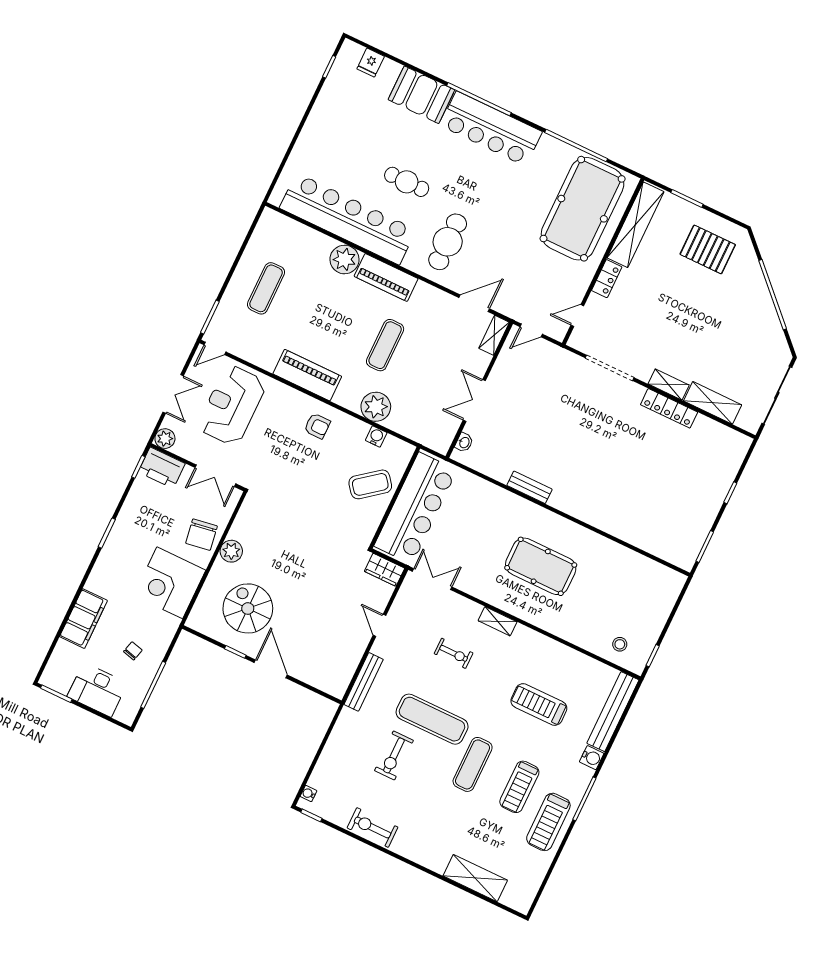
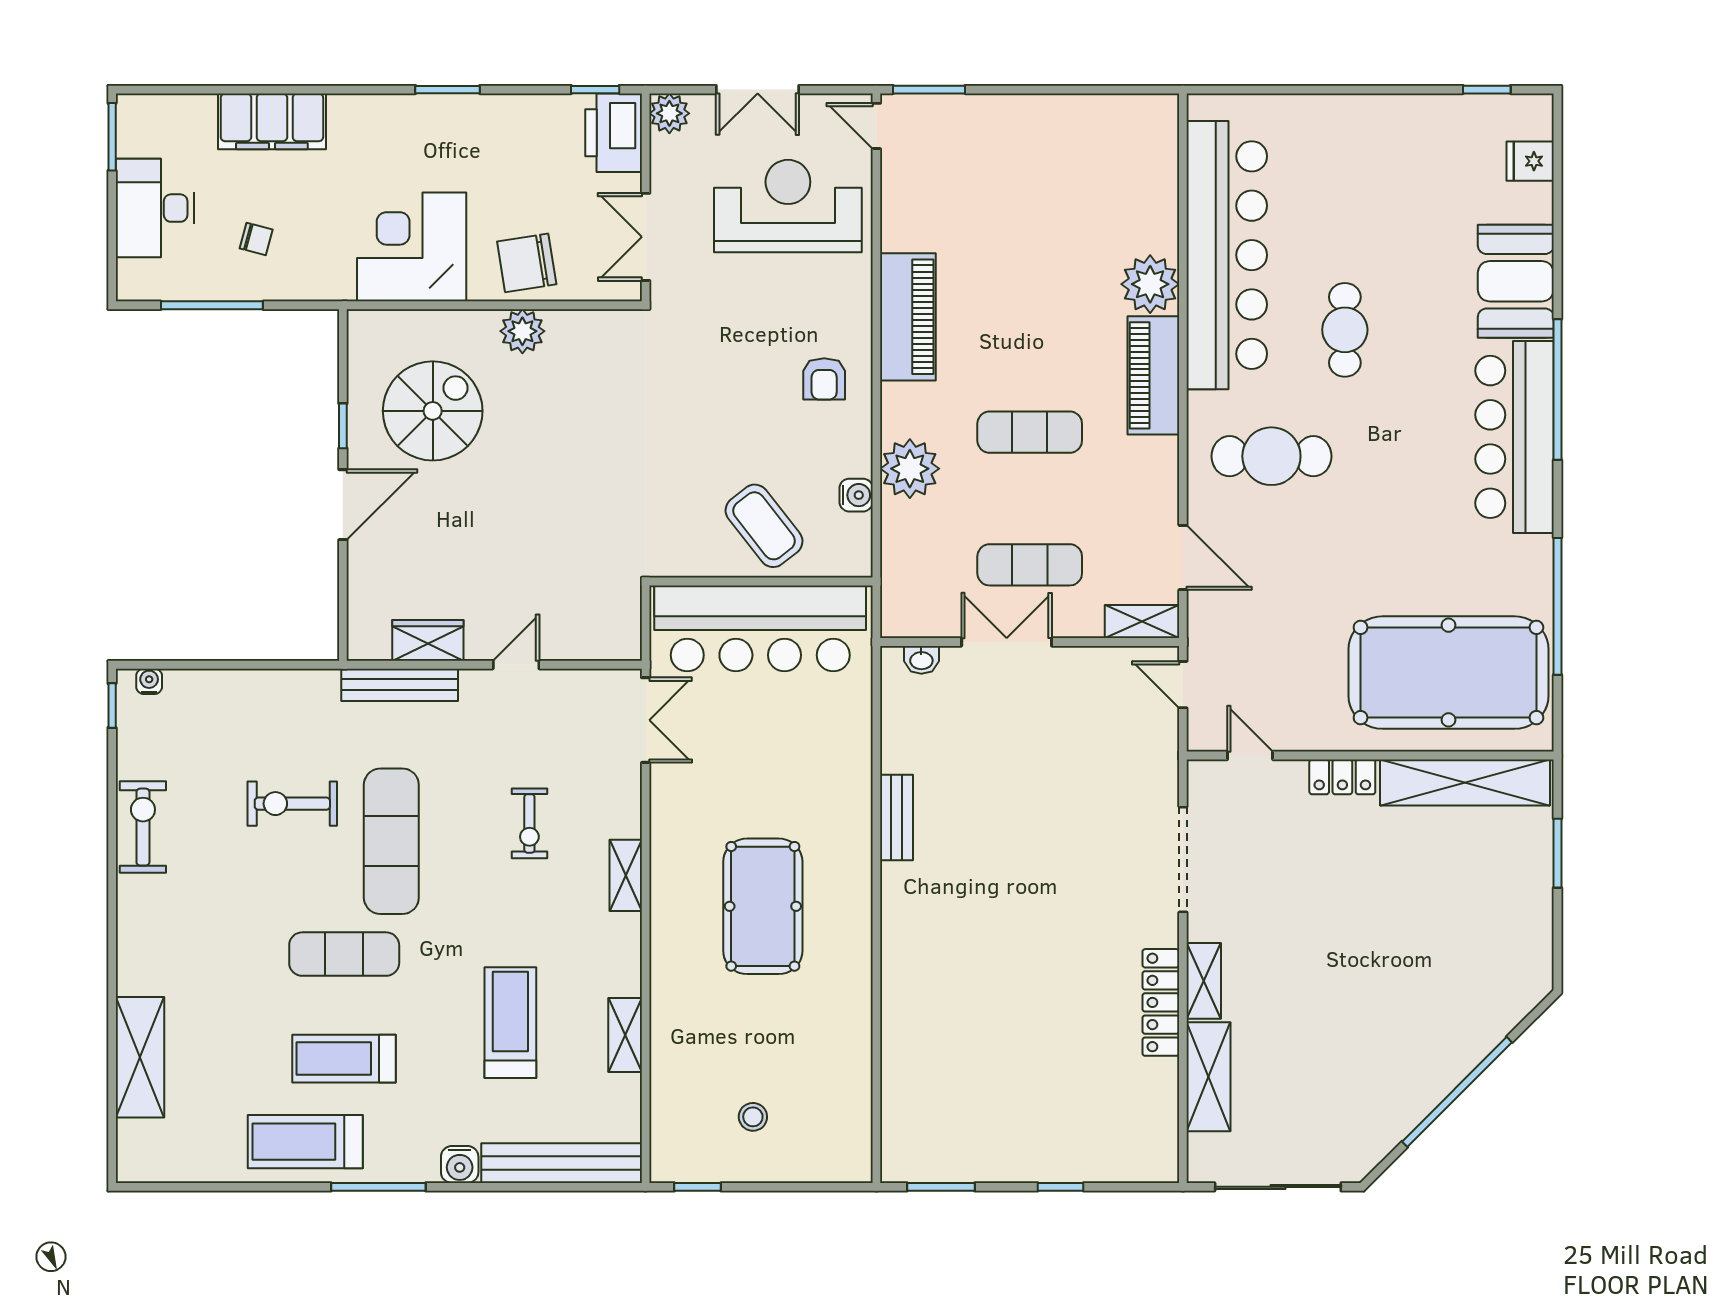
pallet: (708, 249) -> (1483, 935), removed
exercise mat: (266, 288) -> (1030, 565), moved
wardrobe: (384, 570) -> (428, 640), moved, turned 90
stool: (620, 644) -> (753, 1117), moved
shelving: (569, 656) -> (625, 1035), added

